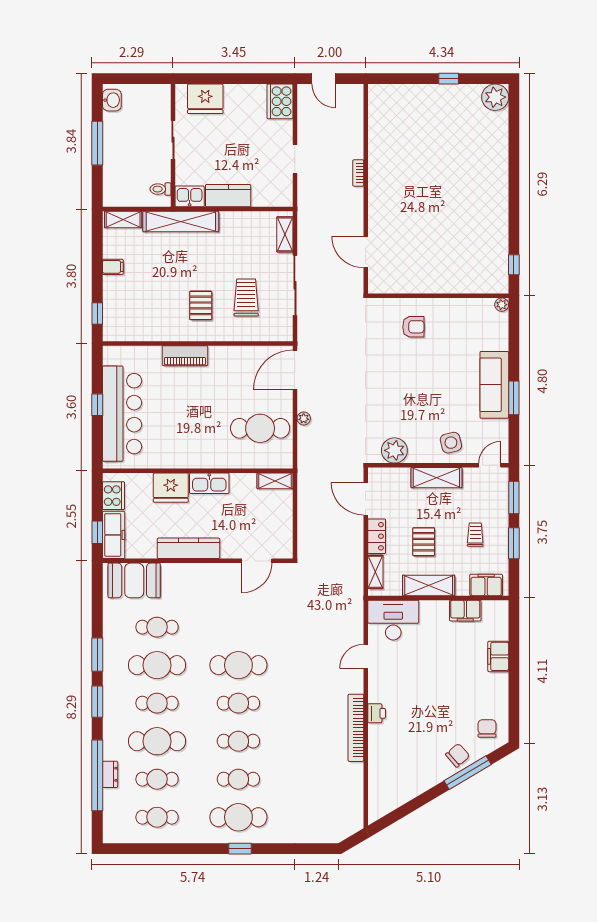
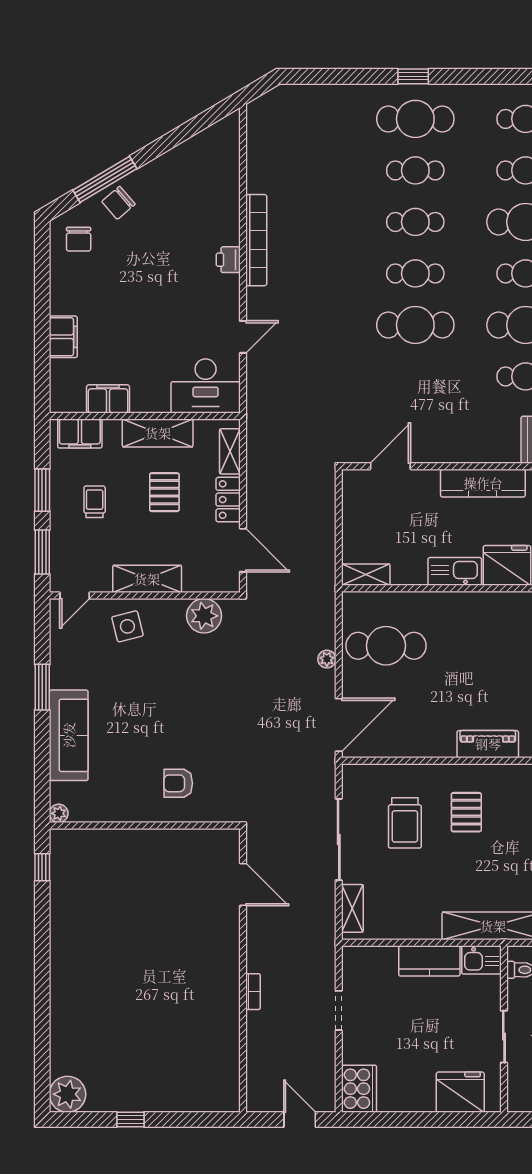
sofa: (494, 385) -> (69, 735), moved
trolley: (475, 535) -> (95, 502), turned 180

